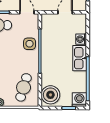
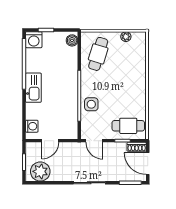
washing machine: (81, 39) -> (32, 126), moved
boiler: (50, 95) -> (72, 40), width x0.54, depth x0.54

